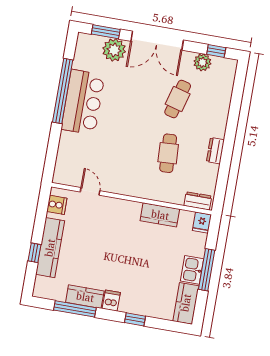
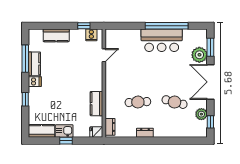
kitchen counter: (50, 248) -> (56, 35), width x0.67
window: (34, 253) -> (84, 26), moved
window: (207, 270) -> (66, 141), width x0.46

